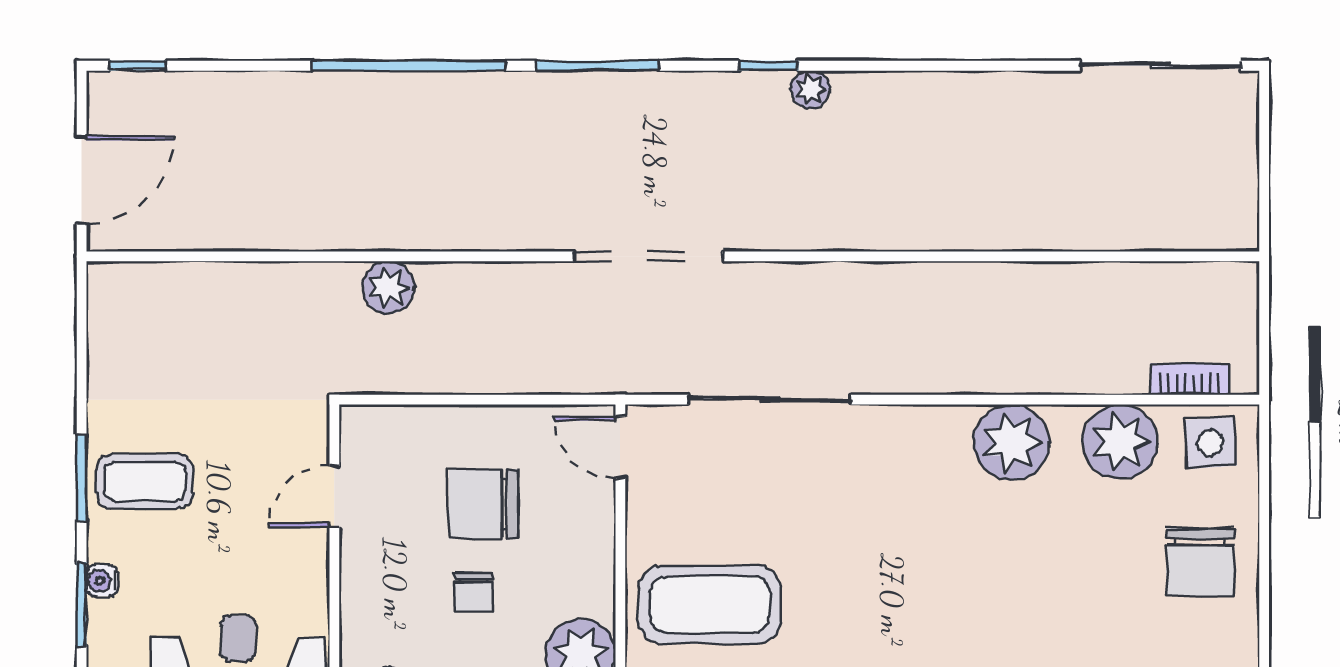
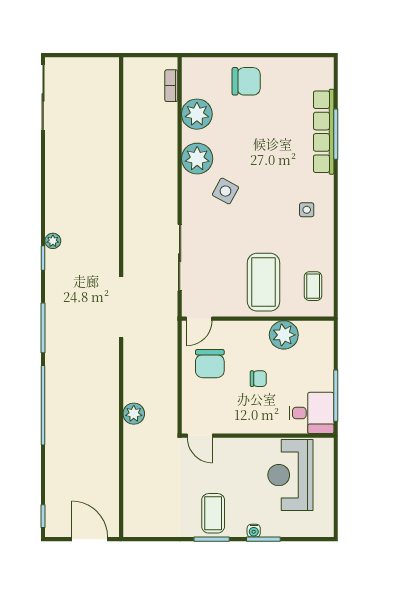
side table: (1211, 443) -> (225, 191), moved, turned 33
door: (334, 497) -> (200, 436), moved
chair: (484, 504) -> (210, 364), moved

